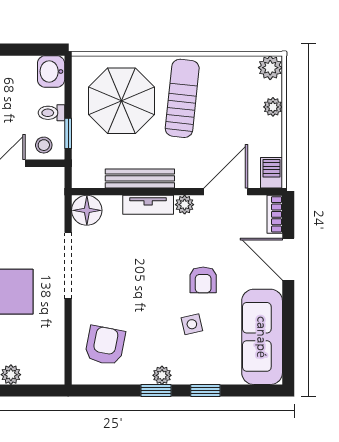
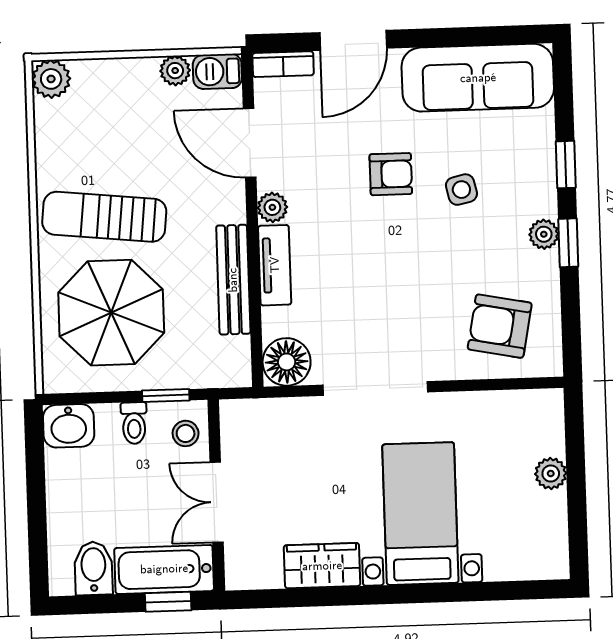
plant: (273, 107) -> (175, 71), moved

